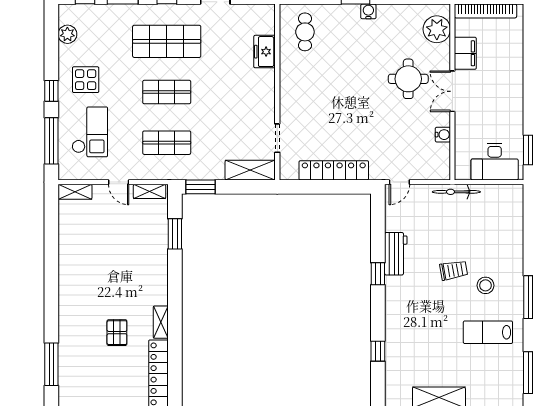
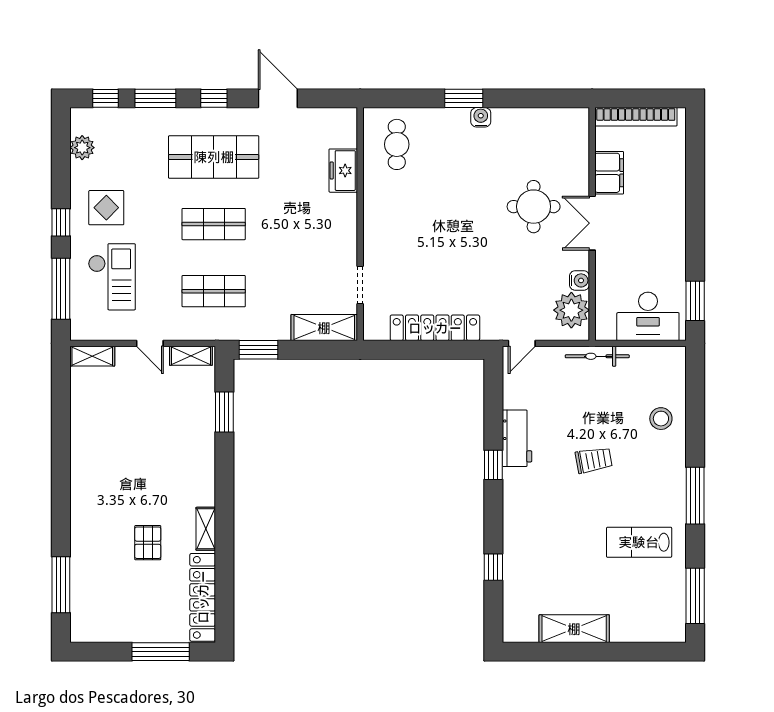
plant: (437, 29) -> (571, 310), moved
stool: (485, 285) -> (661, 419), moved

